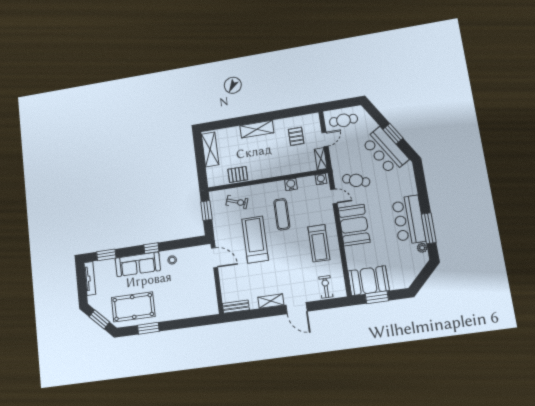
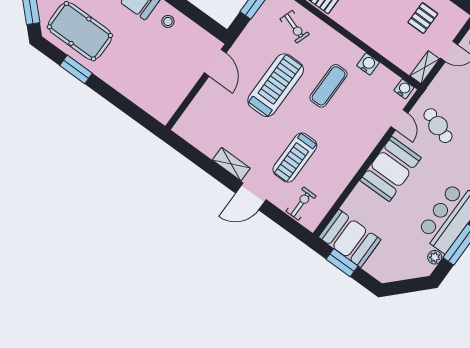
treadmill: (319, 243) -> (295, 158), moved
bench: (236, 307) -> (190, 135), removed
door: (297, 308) -> (251, 196), hinge flipped

